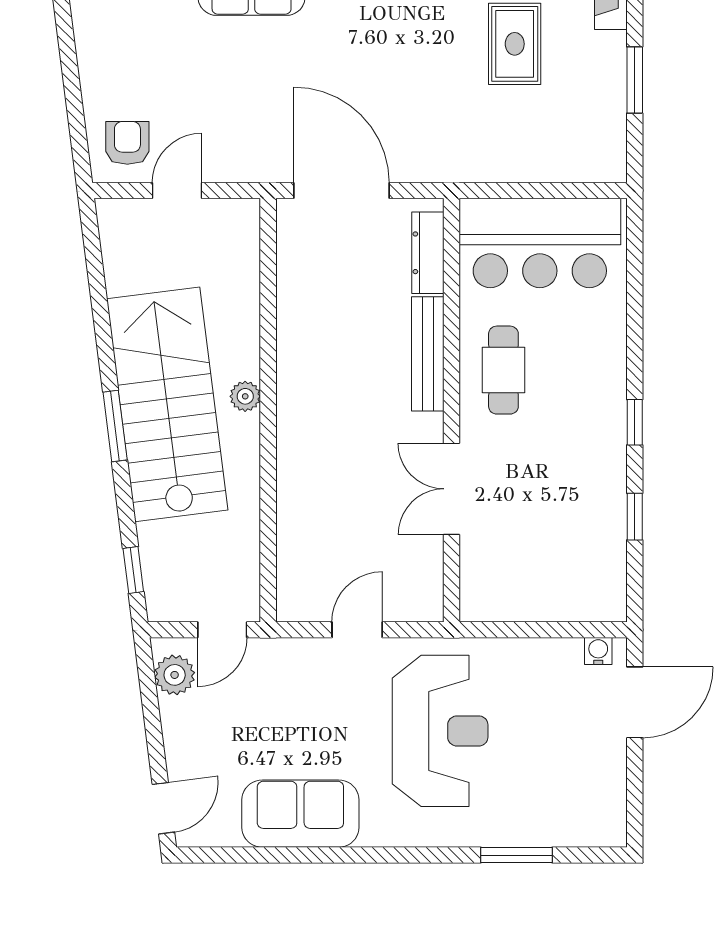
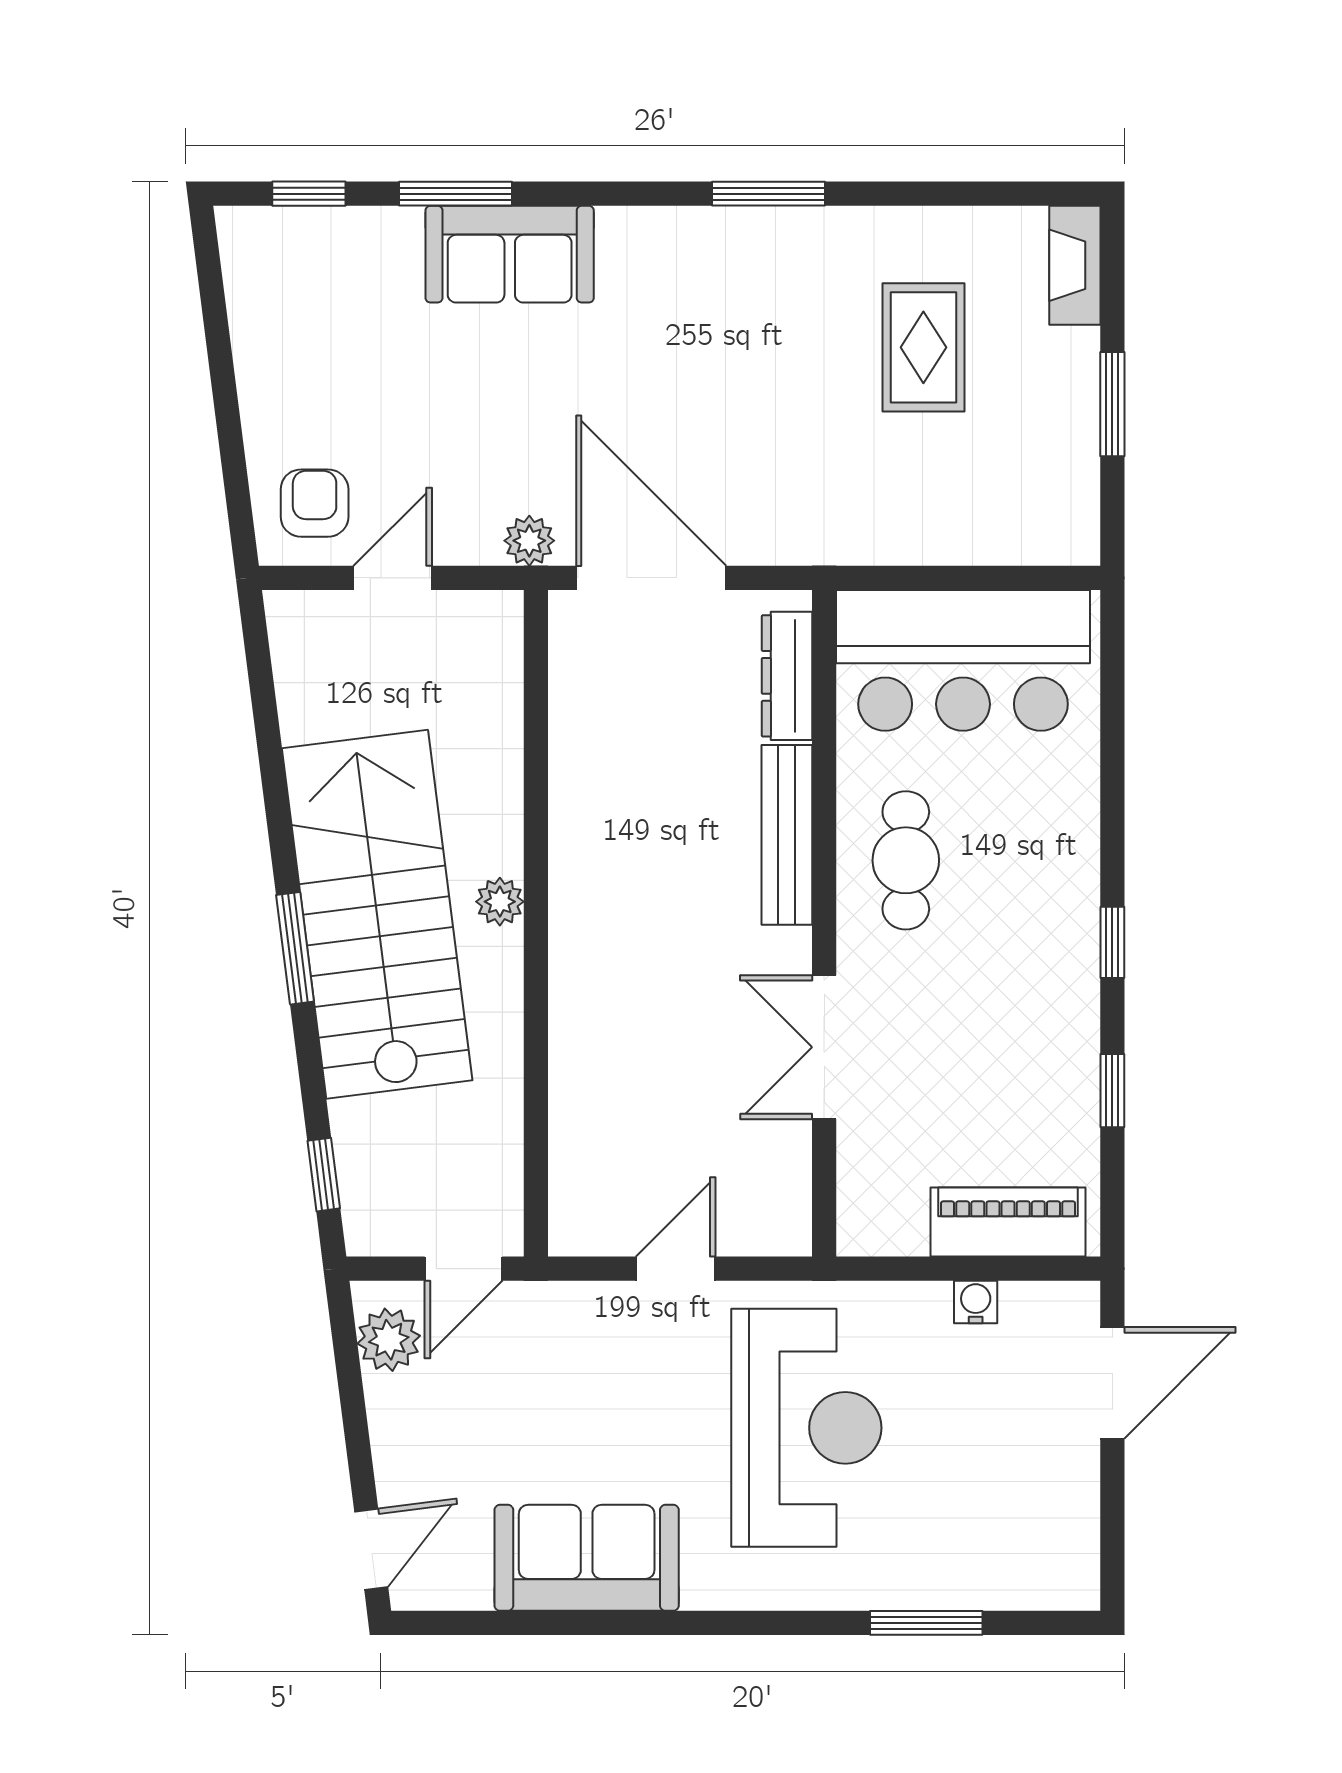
plant: (264, 167) -> (529, 541), added
piano: (568, 600) -> (1008, 1222), added
water cooler: (598, 651) -> (976, 1302), moved

